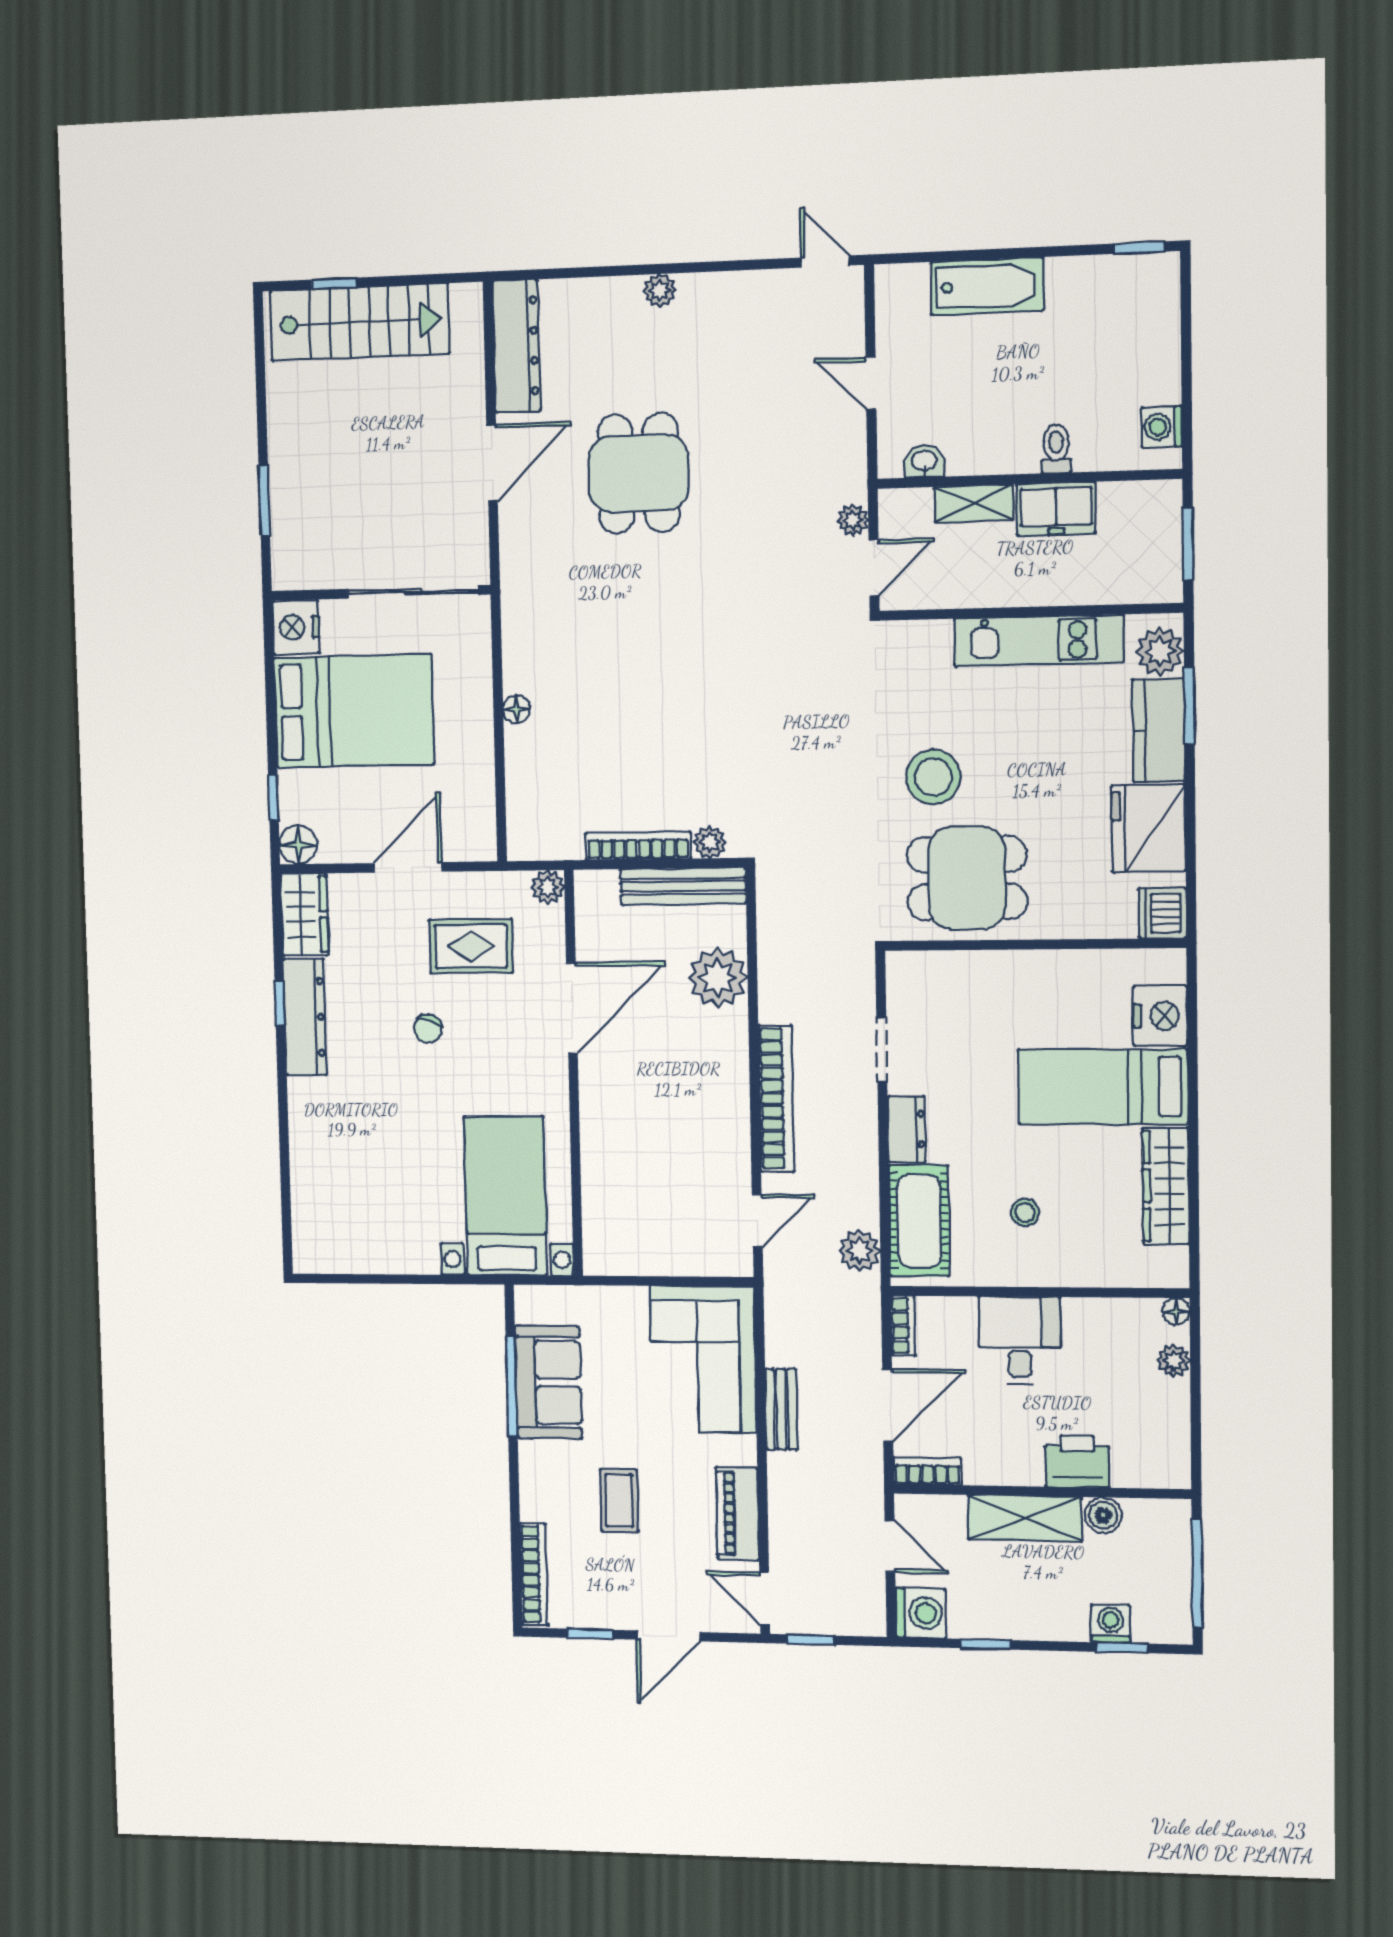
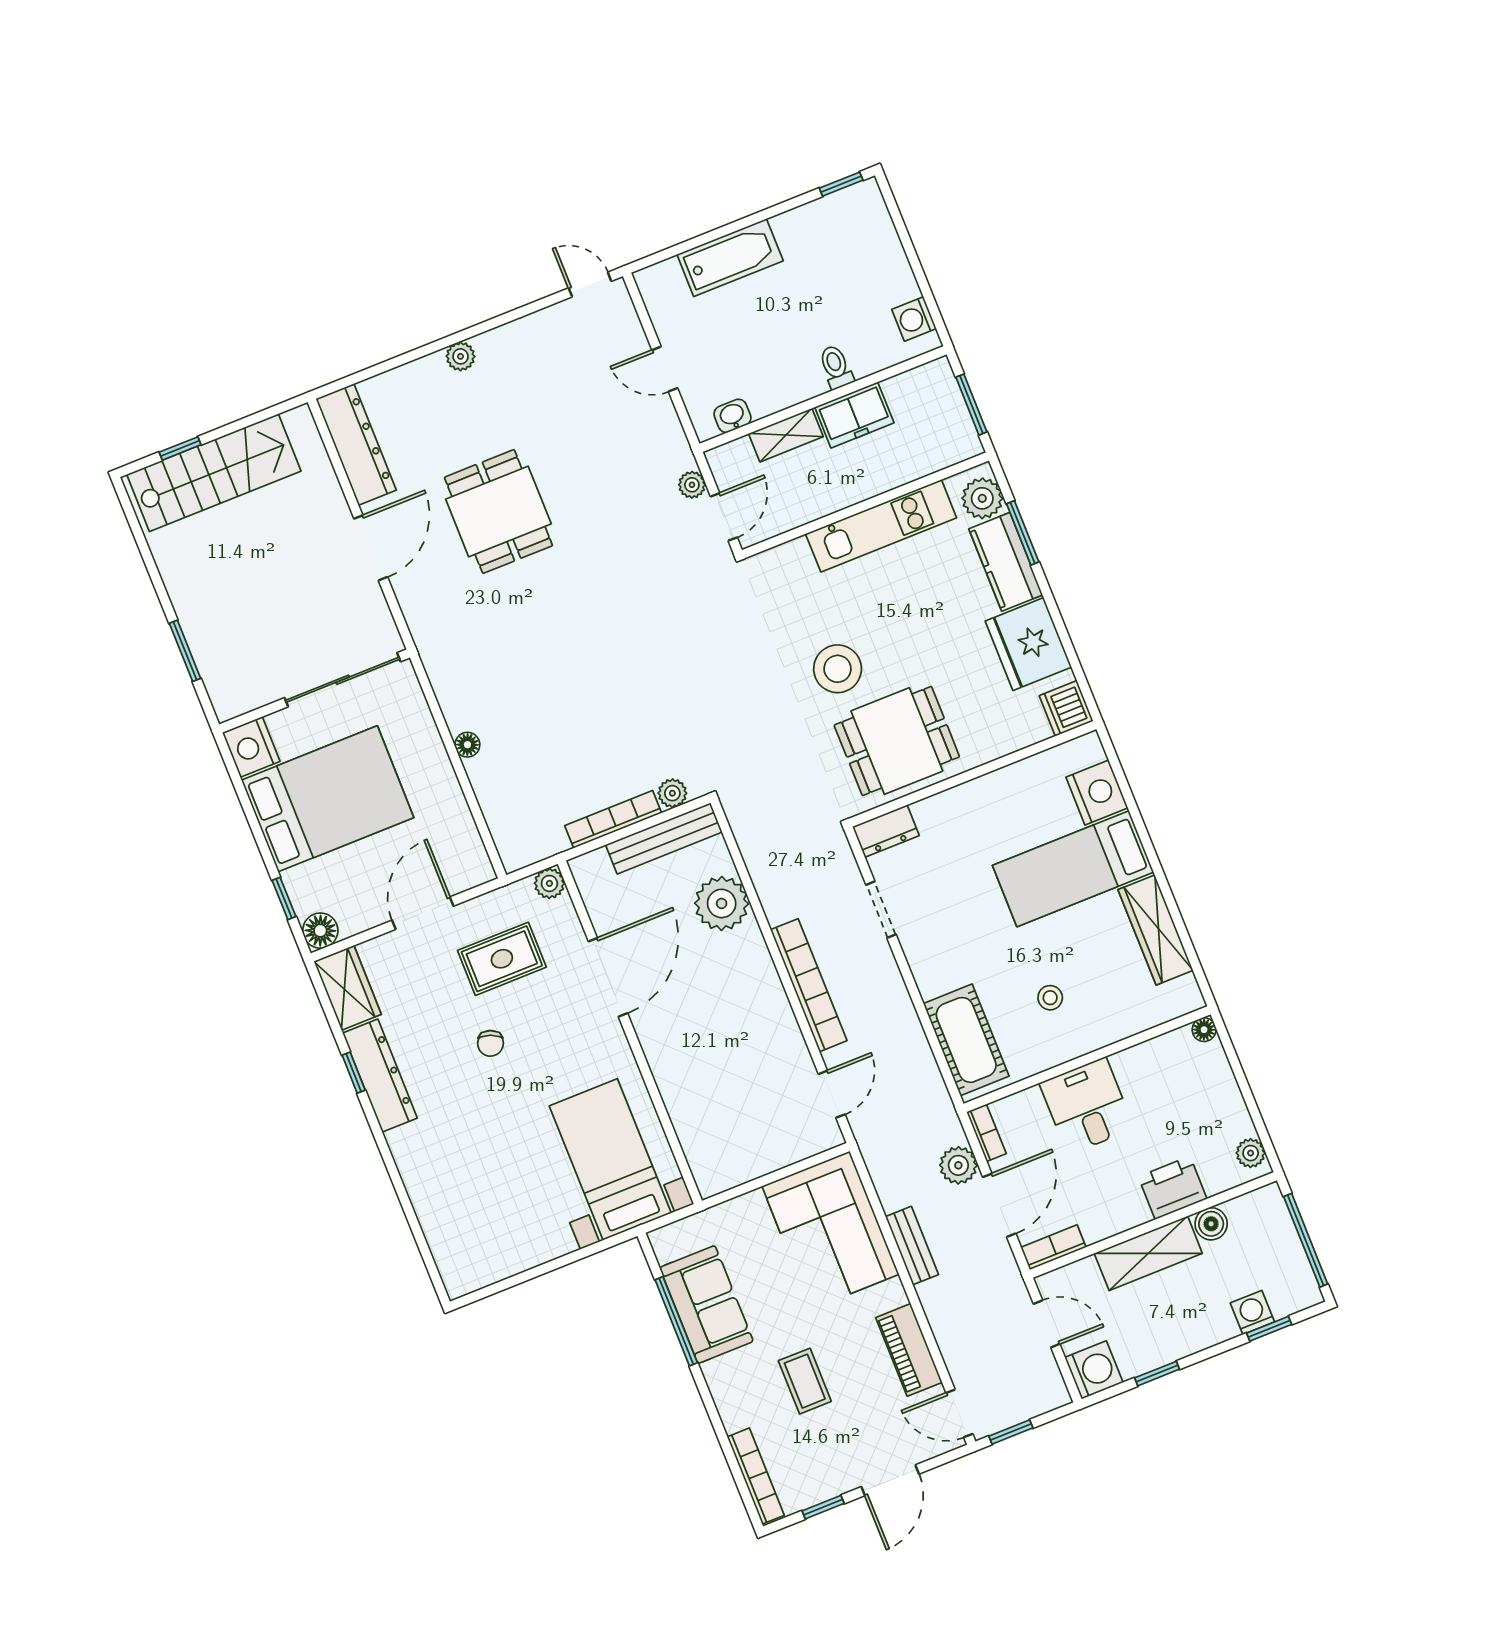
dresser: (907, 1129) -> (886, 831), moved, turned 90
plant: (859, 1251) -> (958, 1165), moved
plant: (1174, 1361) -> (1251, 1153), moved

